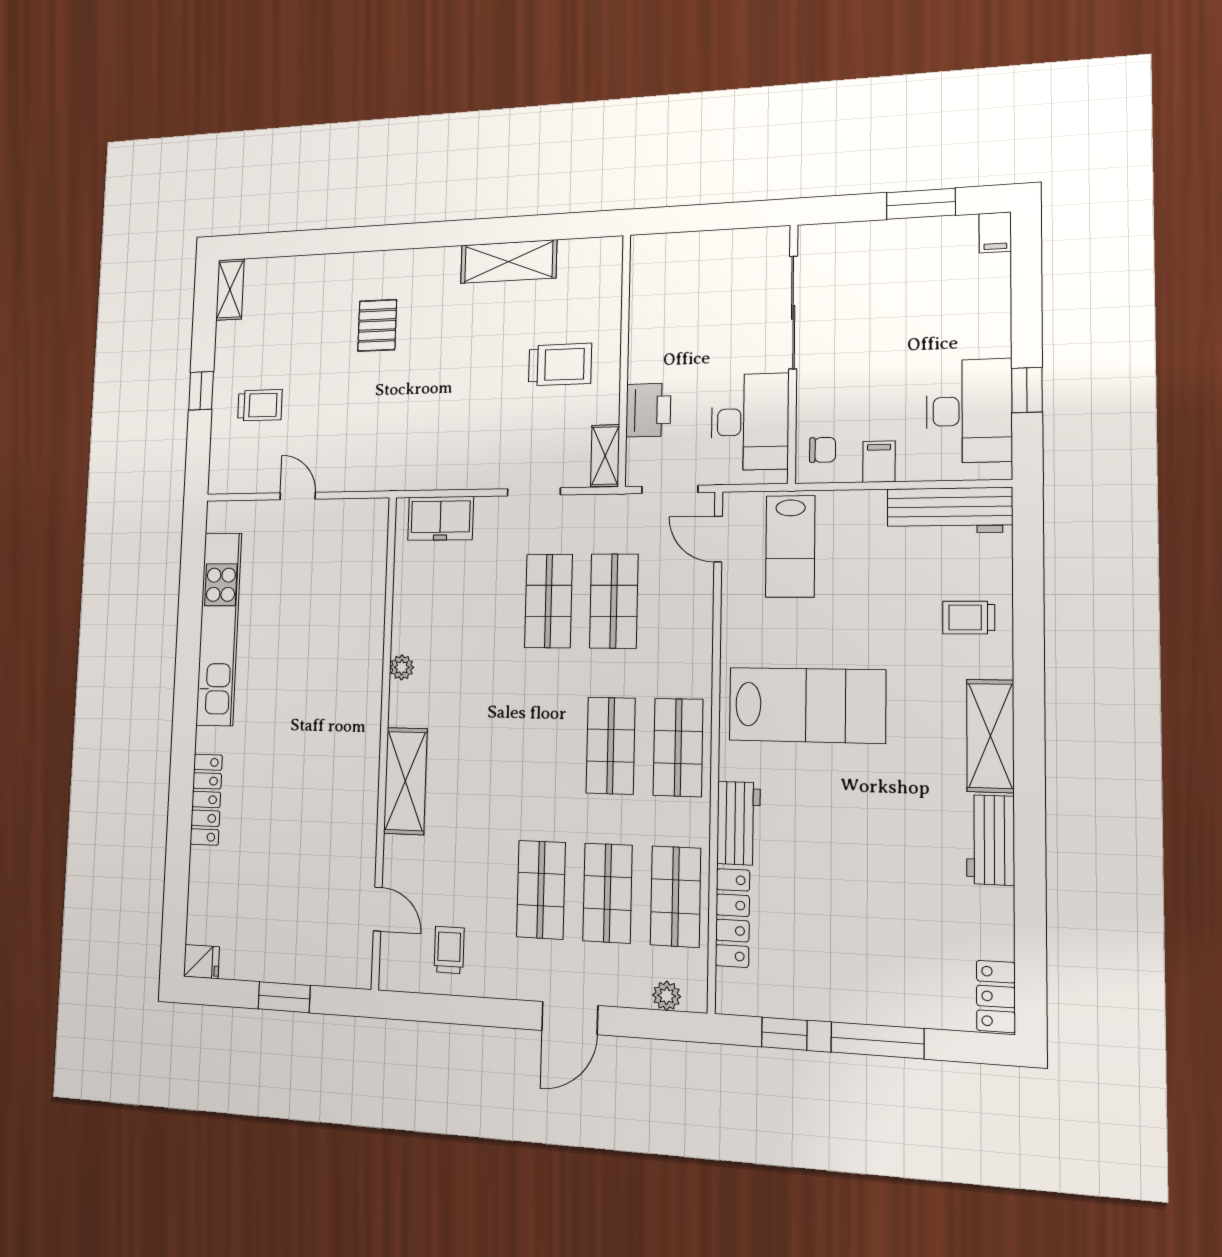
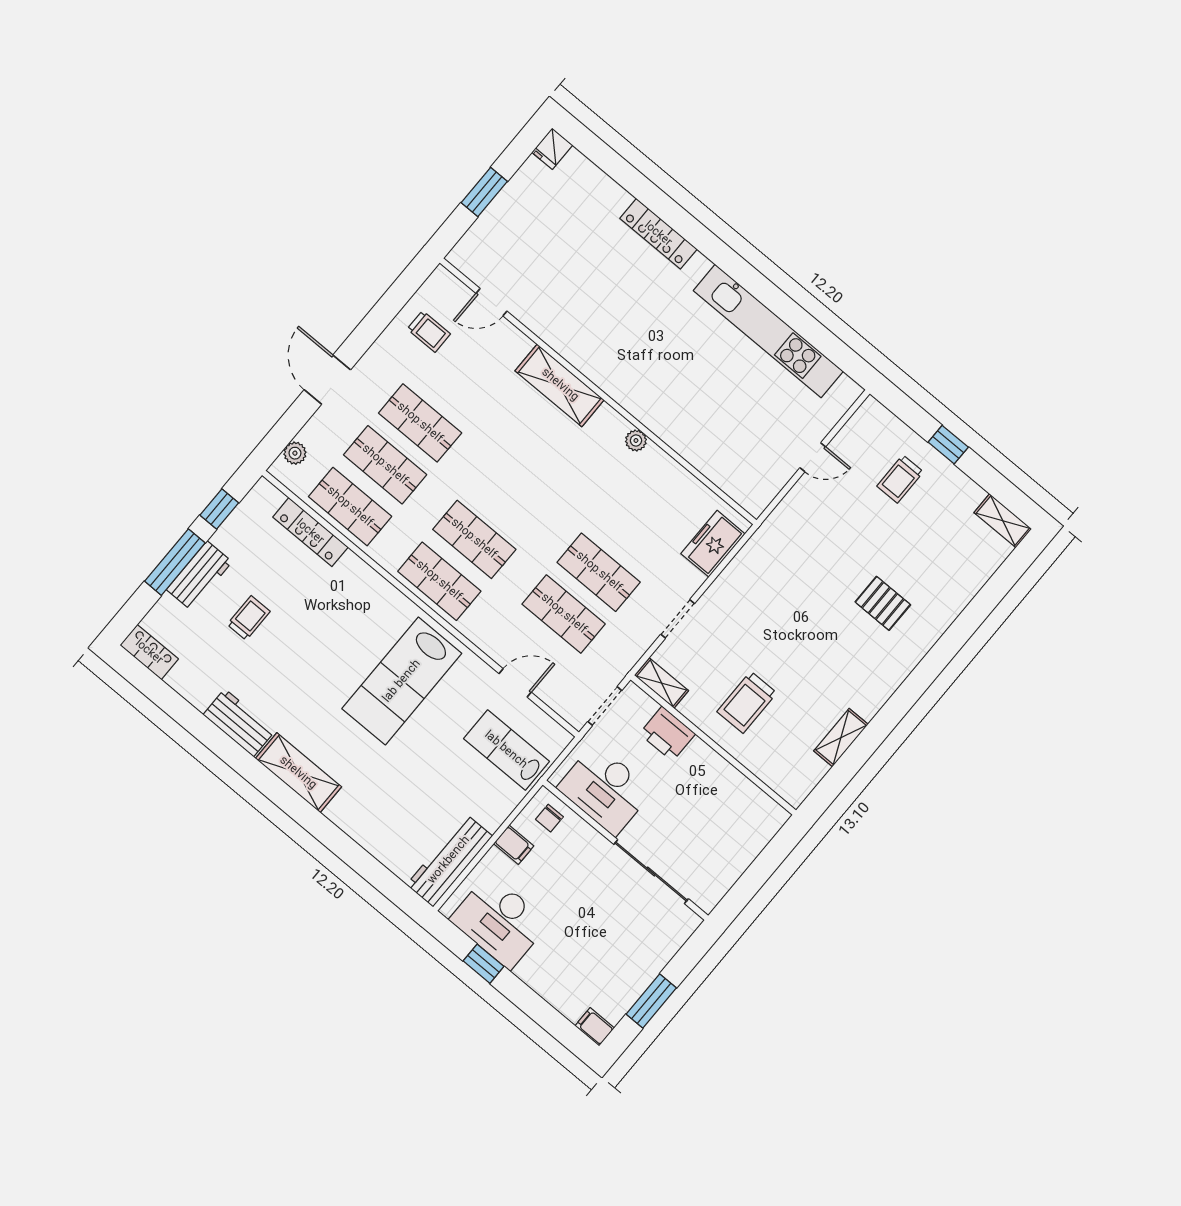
shelving: (509, 262) -> (841, 738), width x0.67, depth x0.75
door: (718, 539) -> (515, 683), moved
trolley: (969, 617) -> (249, 618), moved
workbench: (739, 823) -> (199, 576), moved, turned -90

